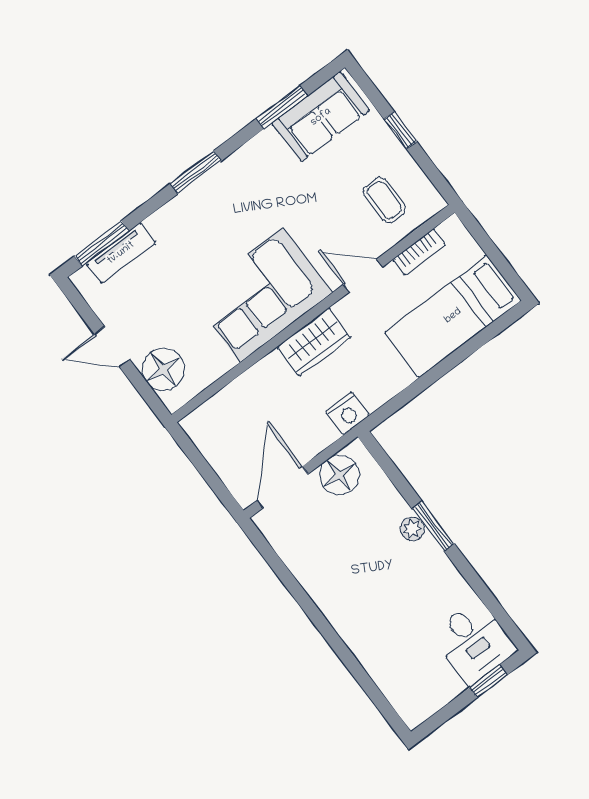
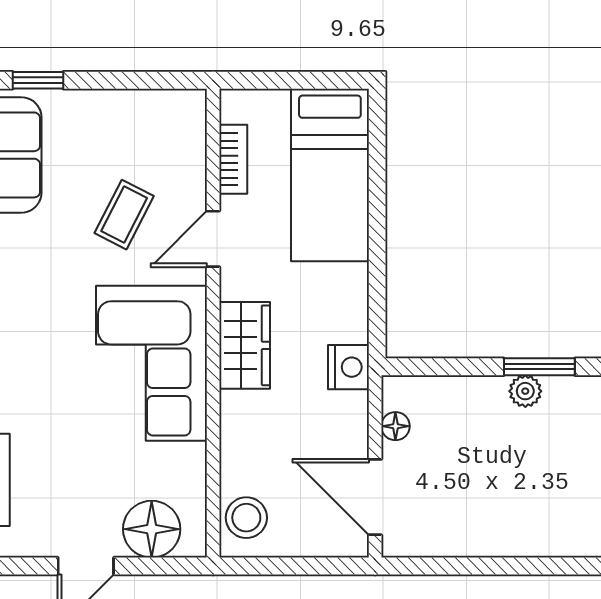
window: (400, 130) -> (38, 80), moved
coffee table: (384, 200) -> (124, 215), moved, turned -63
stool: (213, 420) -> (246, 518), added
floor lamp: (339, 475) -> (395, 426), width x0.53, depth x0.53

